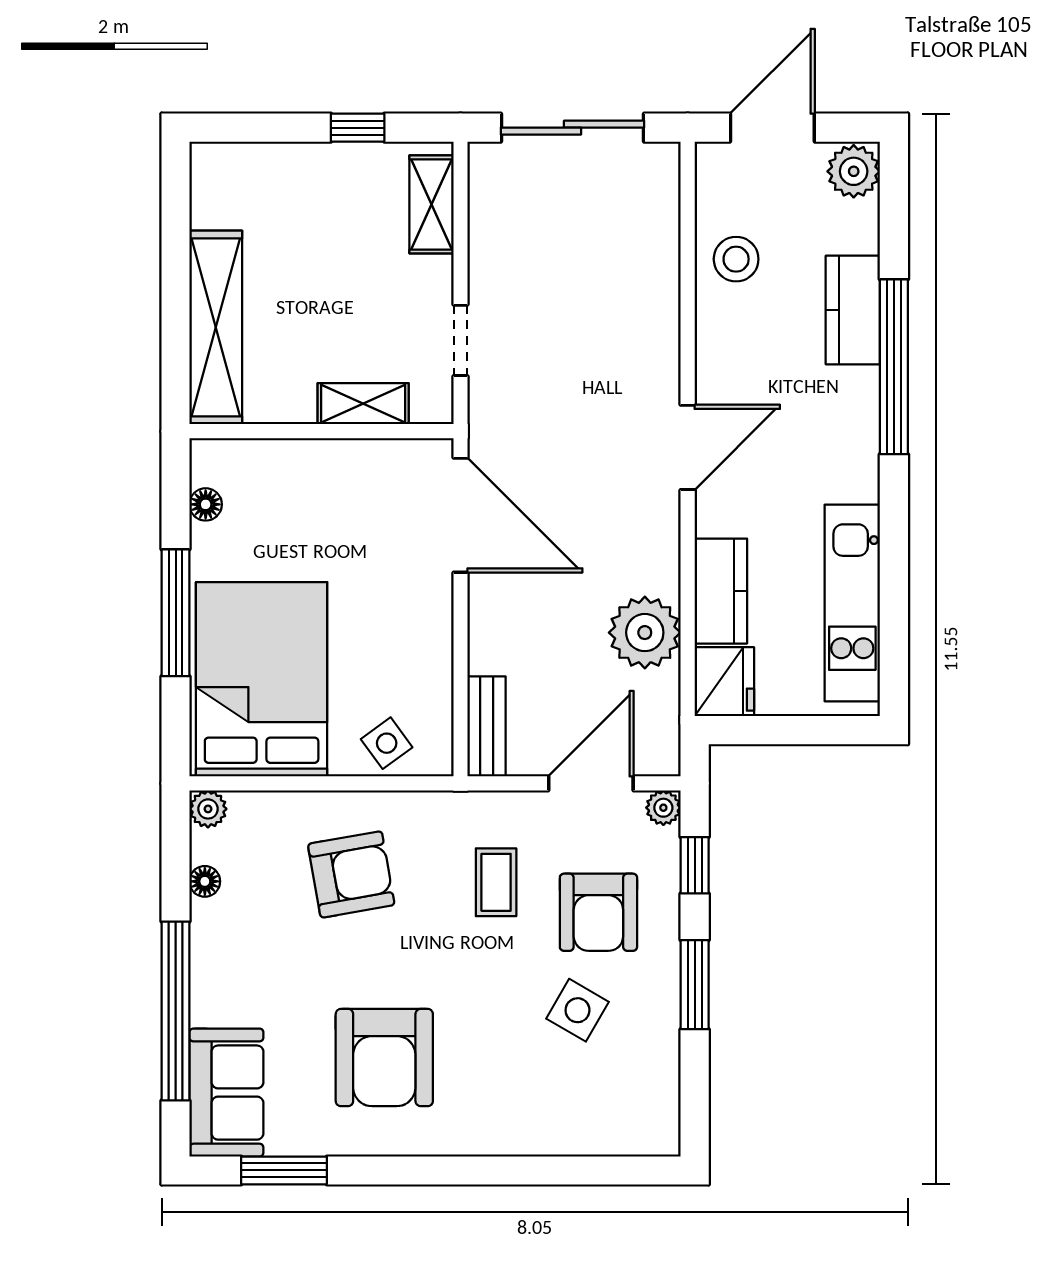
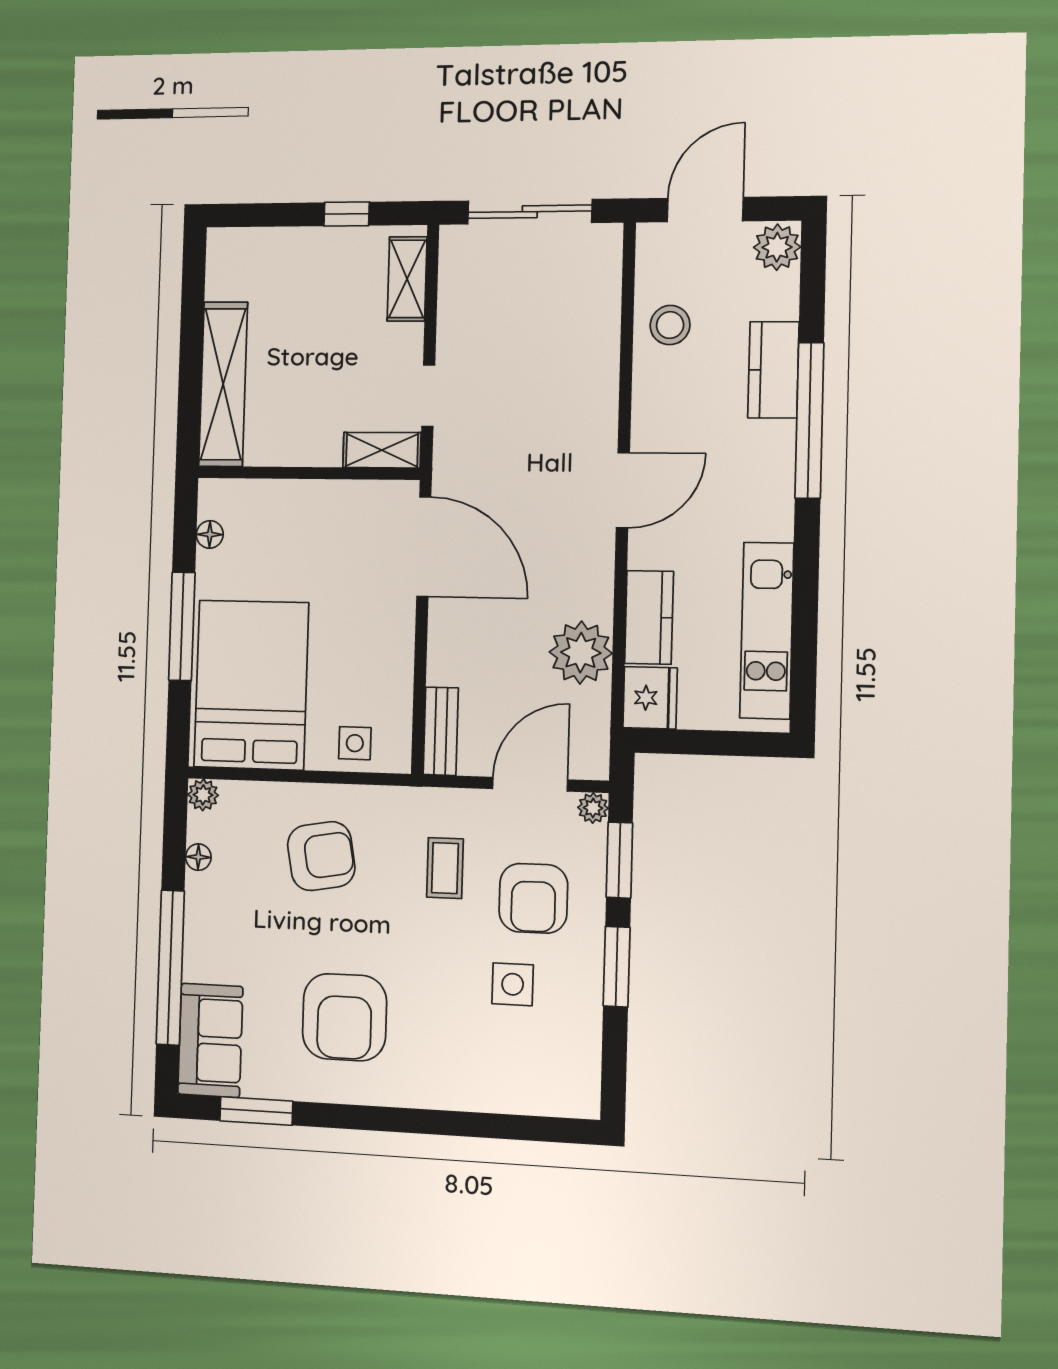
shelving: (363, 404) -> (382, 450), moved
side table: (387, 743) -> (355, 743), turned 36
window: (695, 865) -> (619, 860), width x1.50
side table: (578, 1010) -> (513, 984), turned -30

